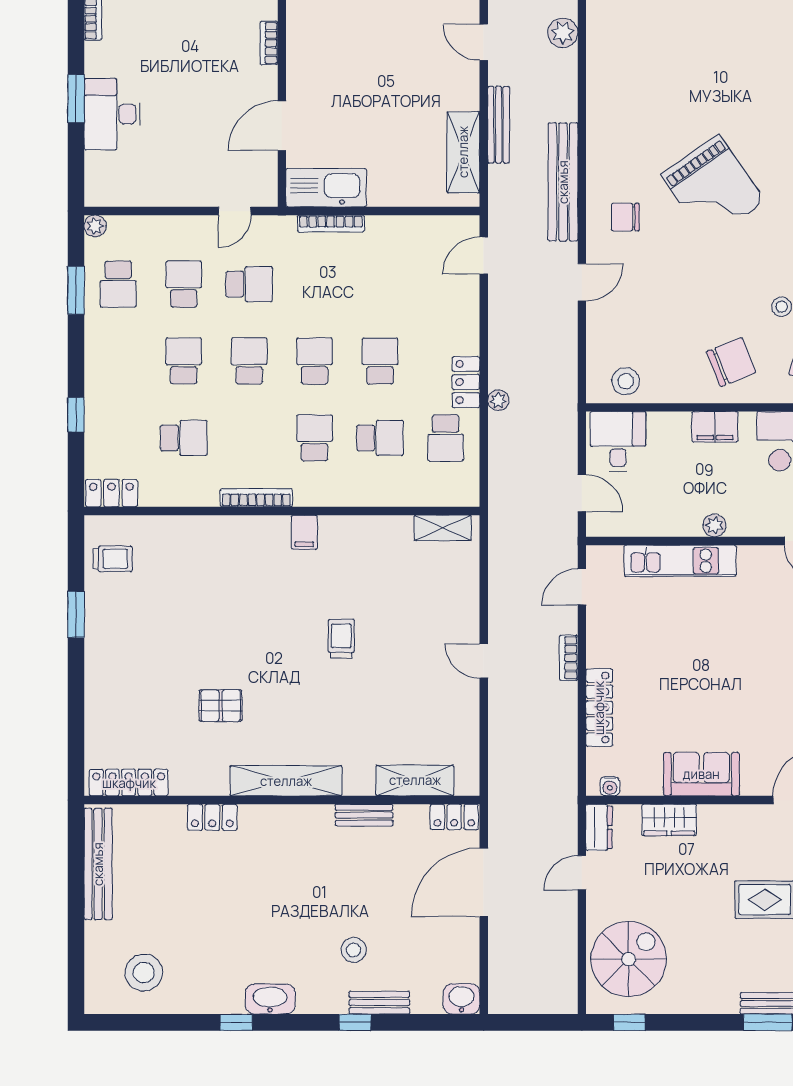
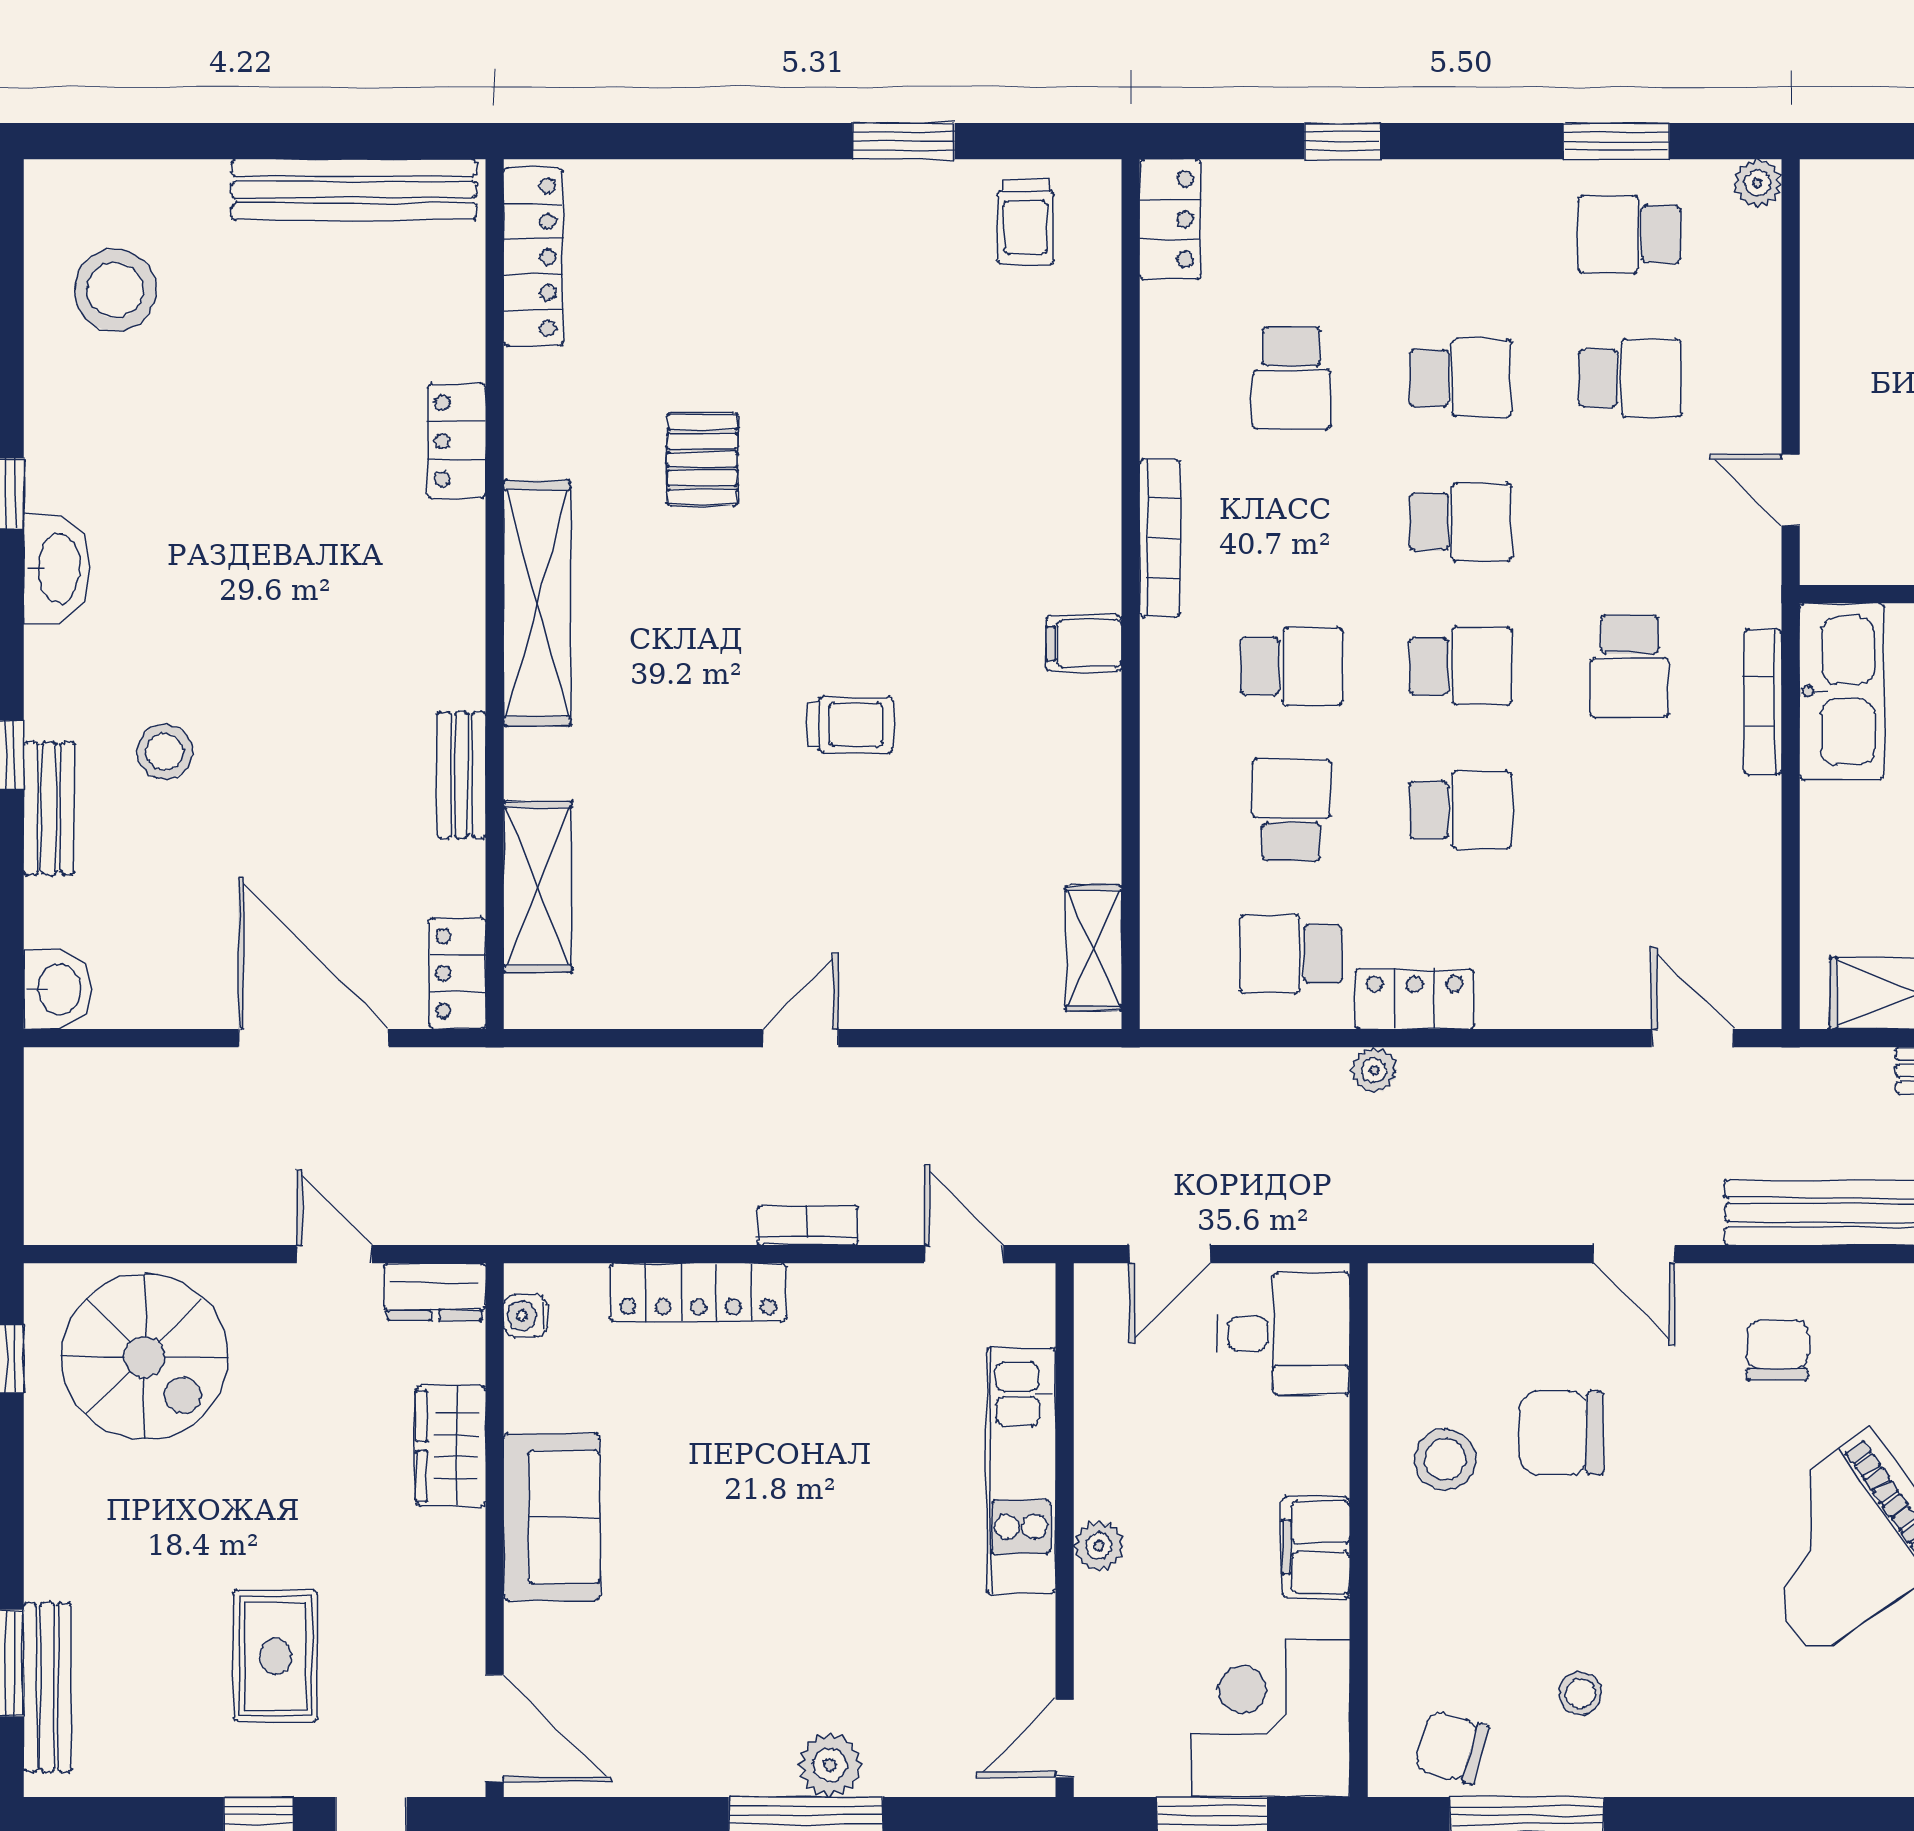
school desk: (249, 284) -> (1630, 666), moved
chair: (731, 362) -> (1561, 1433), moved, turned 112
stool: (626, 381) -> (1445, 1459), moved
school desk: (380, 438) -> (1291, 810), turned 180

